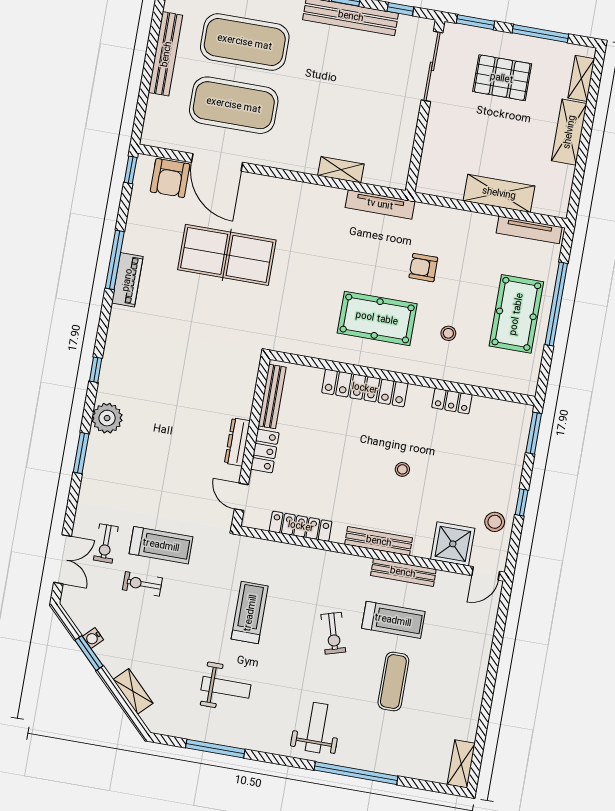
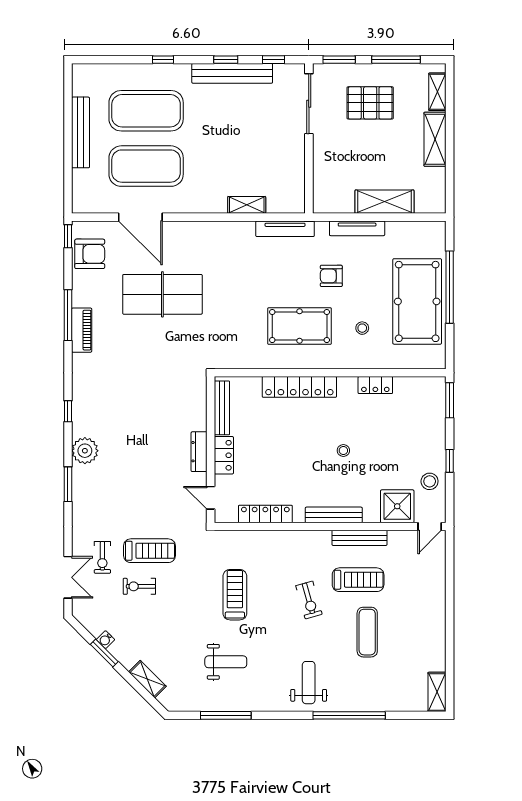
armchair: (170, 178) -> (90, 254), moved, turned -90
tv unit: (529, 230) -> (357, 228), moved
pool table: (516, 314) -> (417, 301), width x1.36, depth x1.32

